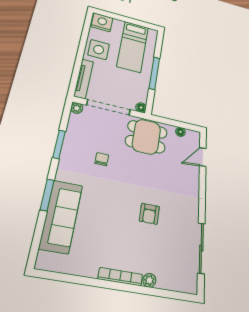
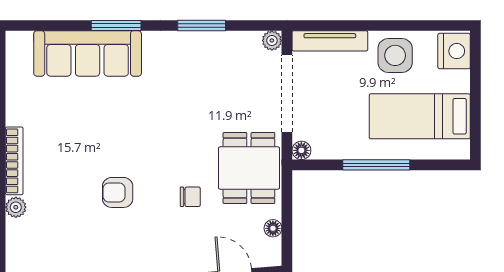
chair: (102, 159) -> (190, 197), moved

